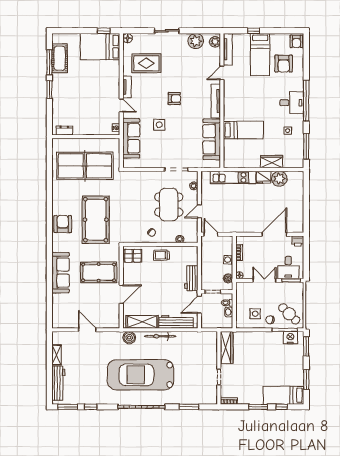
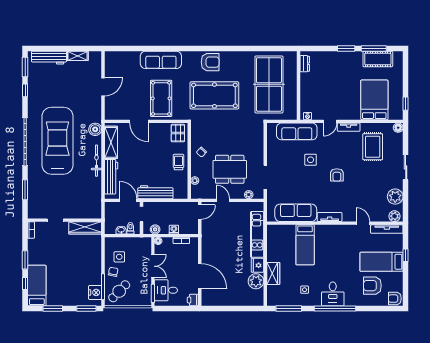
bed: (100, 47) -> (374, 100), moved
tv unit: (216, 101) -> (330, 217), width x0.71
workbench: (191, 278) -> (155, 192), width x1.38

